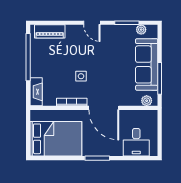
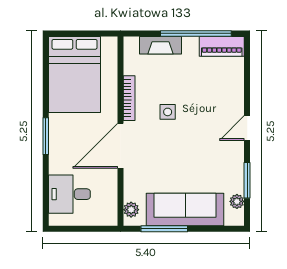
piano: (50, 31) -> (222, 46), moved, turned -90
fireplace: (36, 92) -> (160, 45), moved

